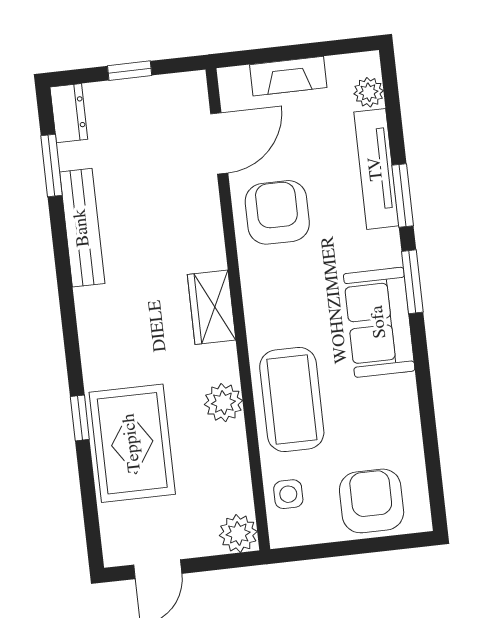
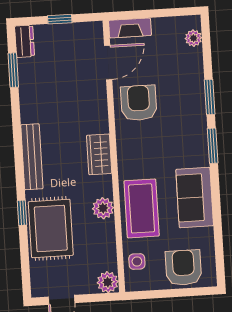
fireplace: (288, 76) -> (130, 28), moved
tv unit: (376, 169) -> (196, 81), removed
bench: (82, 228) -> (32, 157), moved
sofa: (379, 322) -> (195, 198), moved

